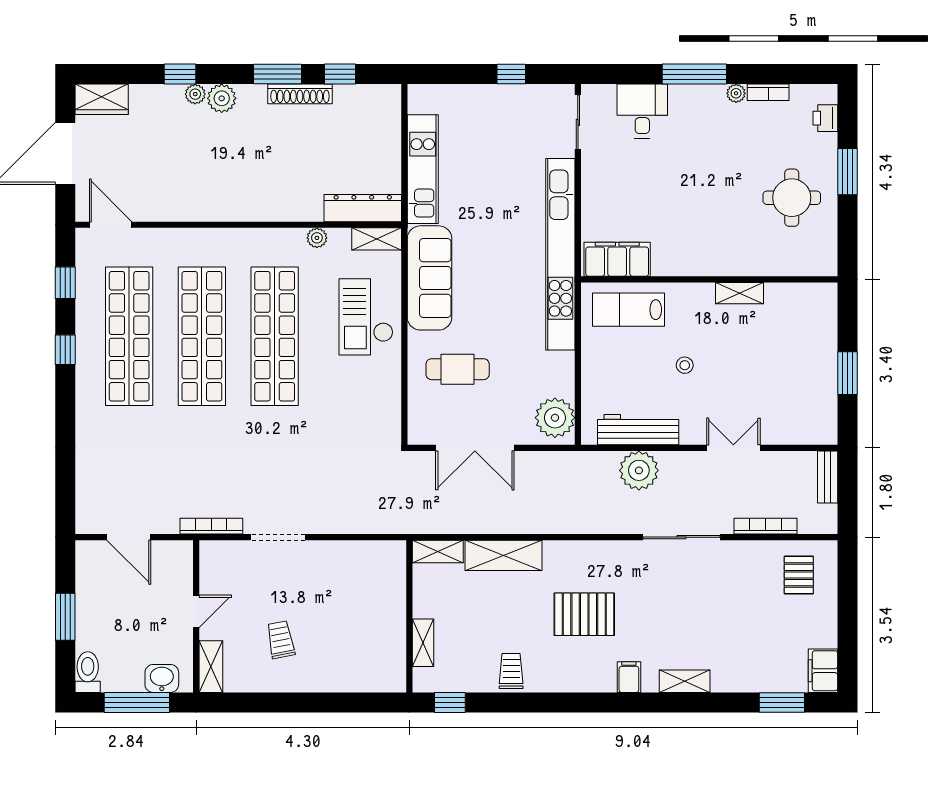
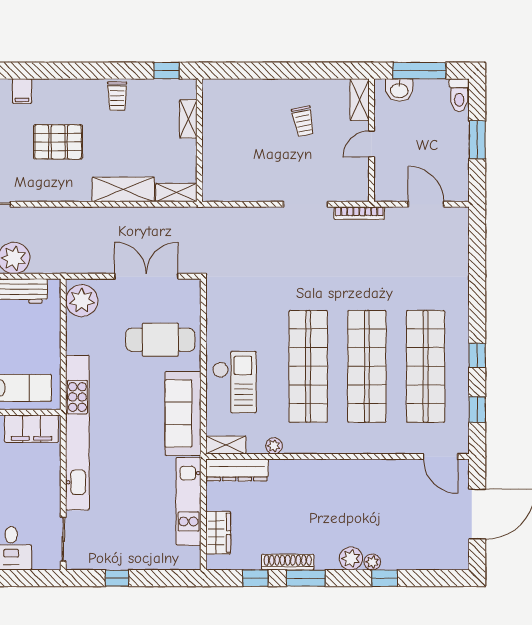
wardrobe: (102, 99) -> (218, 533), moved, turned 90
cafe table: (458, 369) -> (160, 340), width x1.37, depth x1.35

